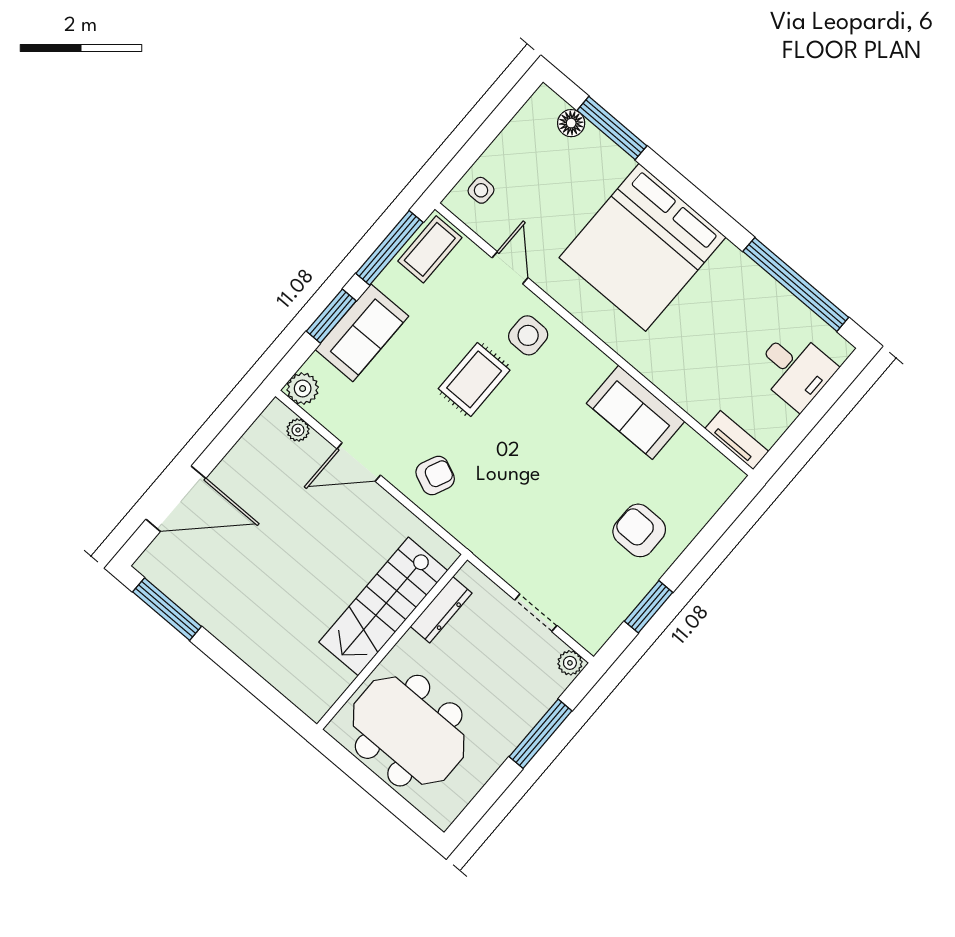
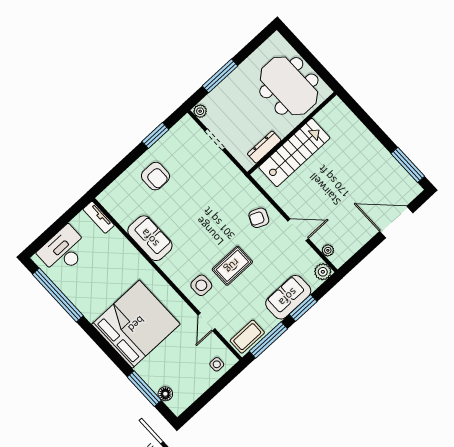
desk: (795, 369) -> (64, 251), width x1.37

